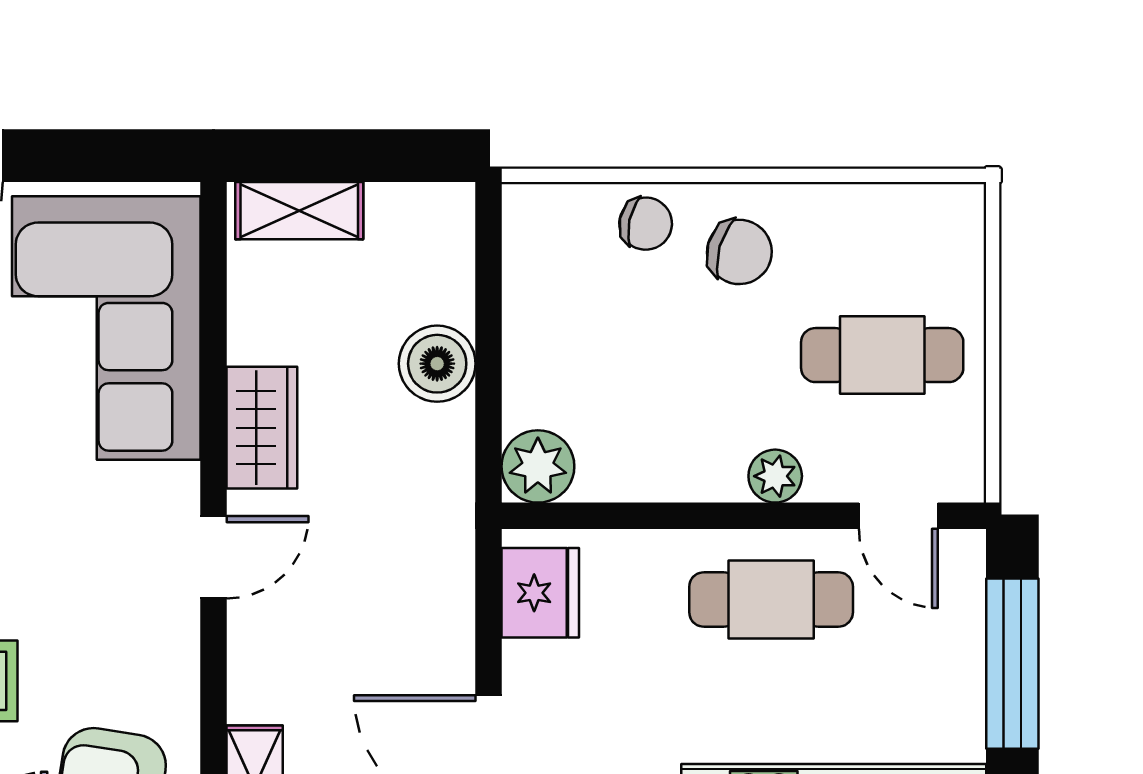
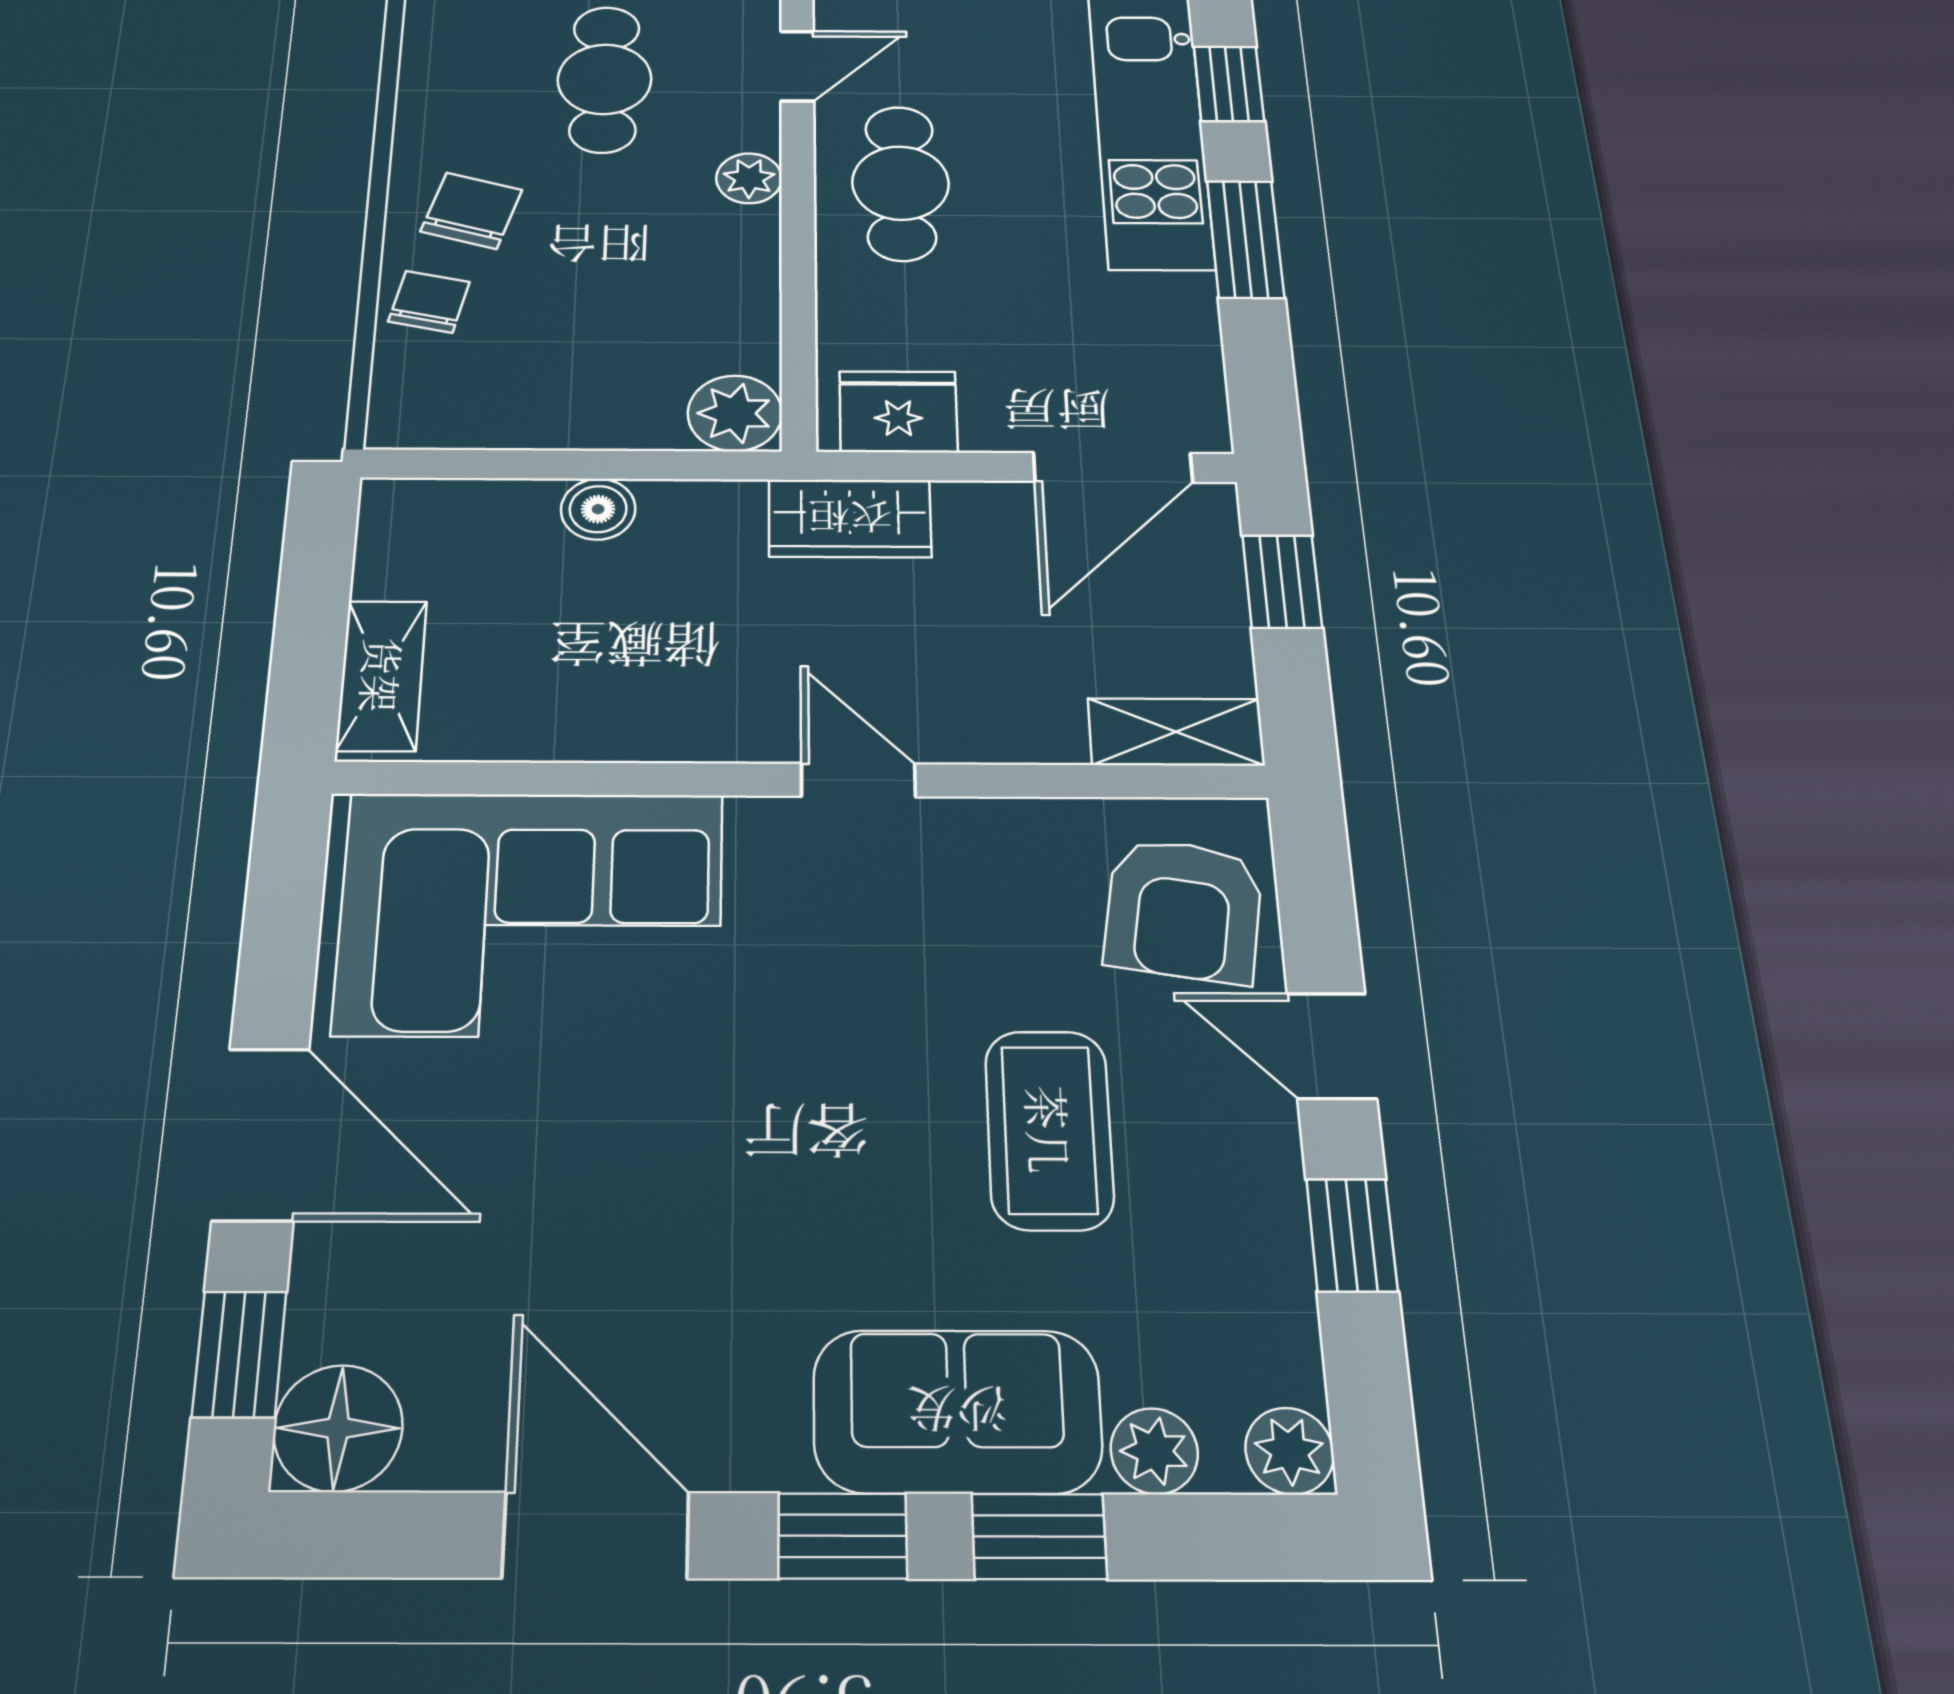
boiler: (437, 364) -> (598, 509), width x0.73, depth x0.73
wardrobe: (262, 428) -> (850, 518), moved, turned 180

